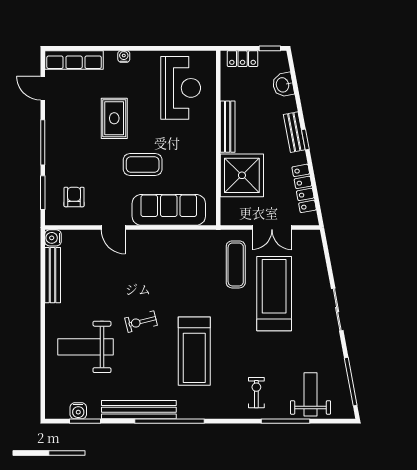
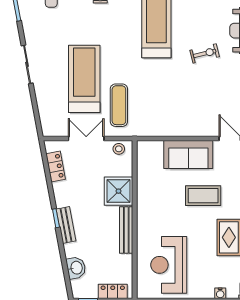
shower: (242, 175) -> (118, 191), width x0.73, depth x0.73
locker: (304, 188) -> (56, 166), width x0.66
sofa: (169, 210) -> (188, 155), width x0.73
stool: (236, 216) -> (119, 149), added
treadmill: (274, 294) -> (84, 79), turned 180

